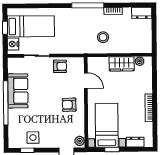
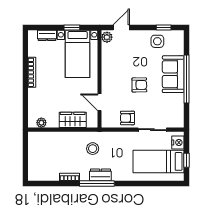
dresser: (142, 13) -> (100, 175), moved
stool: (103, 37) -> (93, 149), moved
wardrobe: (122, 64) -> (73, 120), moved
sofa: (18, 91) -> (173, 74), moved
armchair: (69, 105) -> (139, 85), moved

